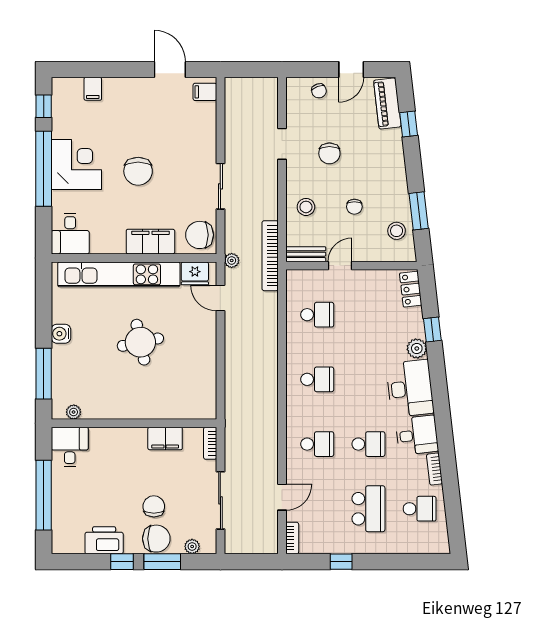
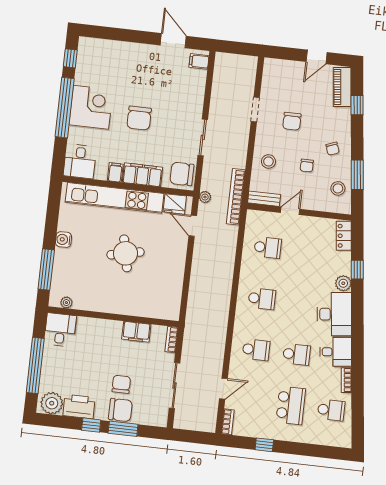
filing cabinet: (93, 89) -> (115, 172), moved, turned 180
chair: (319, 91) -> (333, 149), moved
plant: (192, 546) -> (52, 403), moved, width x1.88, depth x1.88

